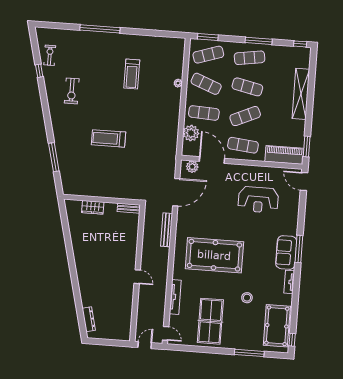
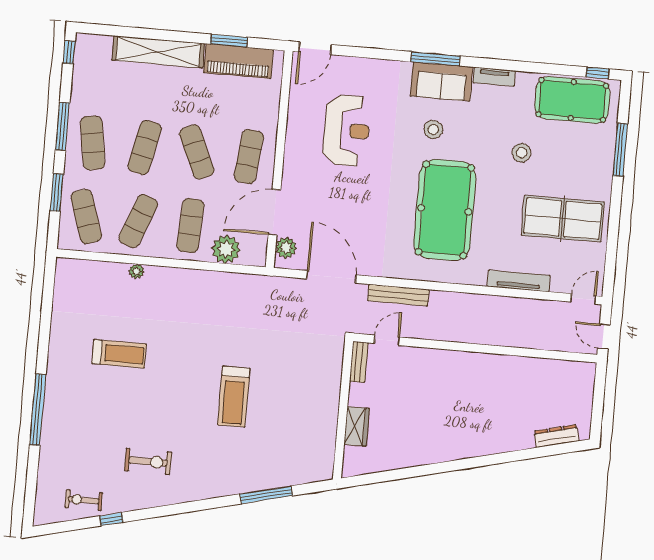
window: (208, 37) -> (57, 193), moved
window: (307, 147) -> (229, 41), moved
piano: (284, 155) -> (238, 61), moved, turned -90
stool: (259, 248) -> (433, 129), added
door: (137, 277) -> (387, 340), moved

